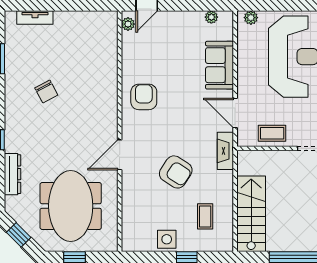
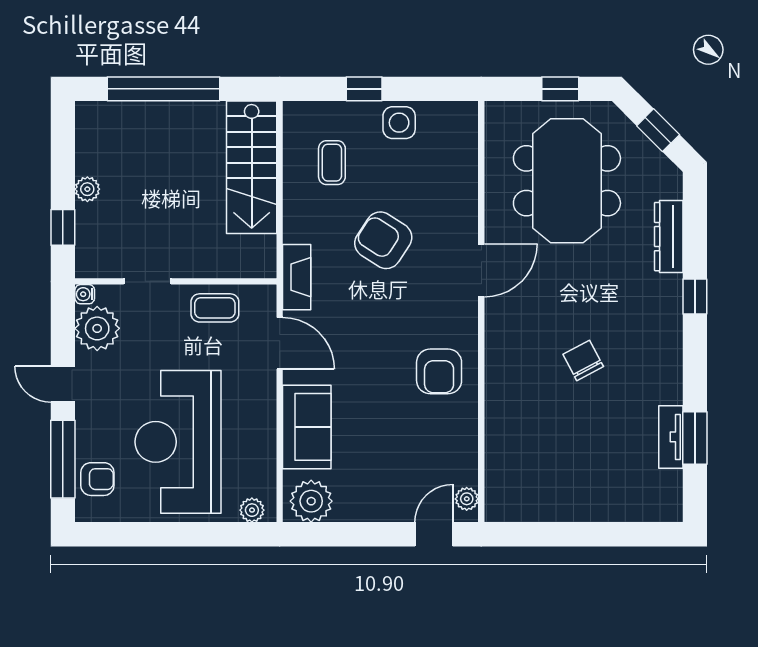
tv unit: (35, 17) -> (671, 437), moved, turned -90
plant: (211, 17) -> (311, 501), width x1.88, depth x1.88
chair: (46, 92) -> (583, 360), moved

